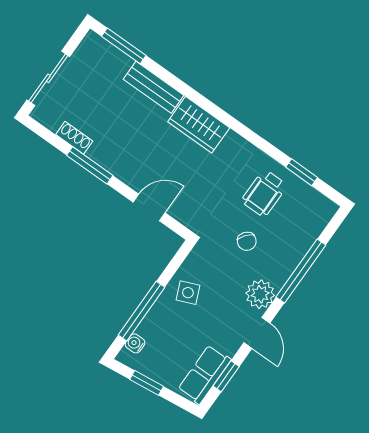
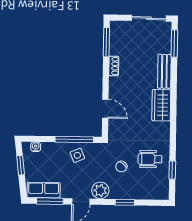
sliding door: (48, 78) -> (149, 18), moved
shoe rack: (74, 138) -> (114, 66), moved
window: (90, 165) -> (106, 42), moved
window: (301, 271) -> (125, 202), width x0.46
window: (141, 311) -> (74, 139), moved
window: (226, 376) -> (50, 201), width x1.50

